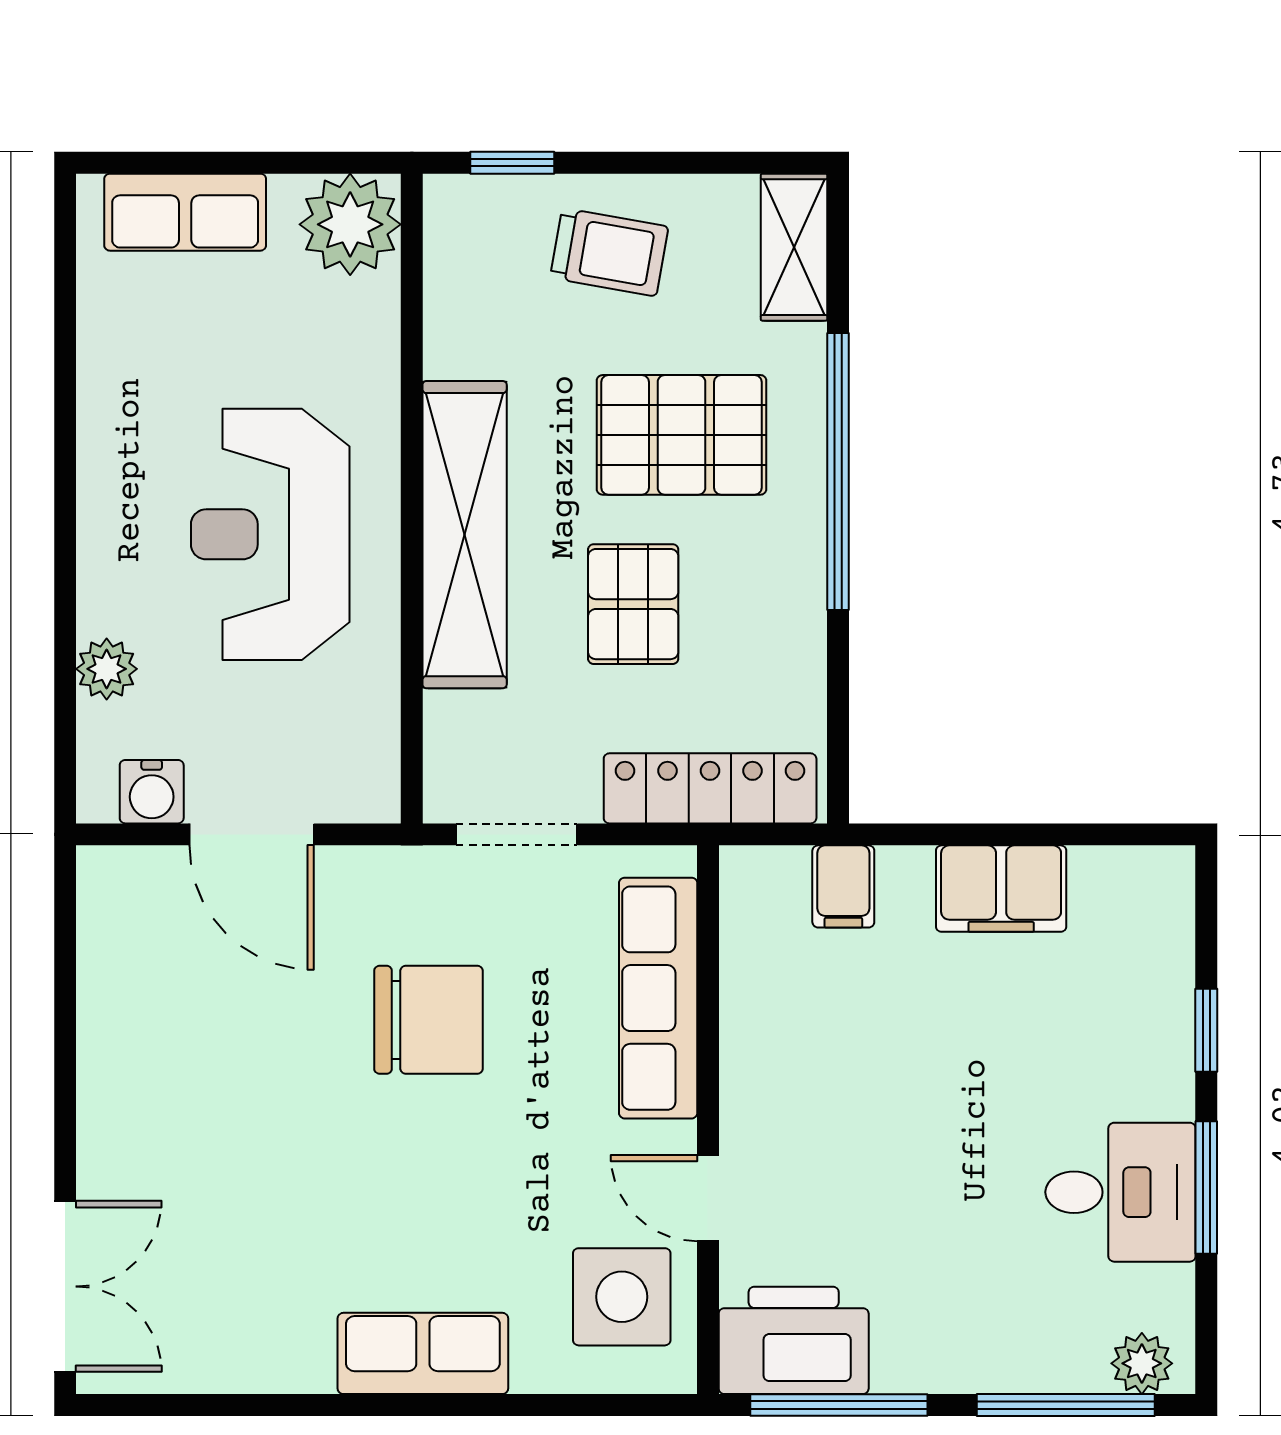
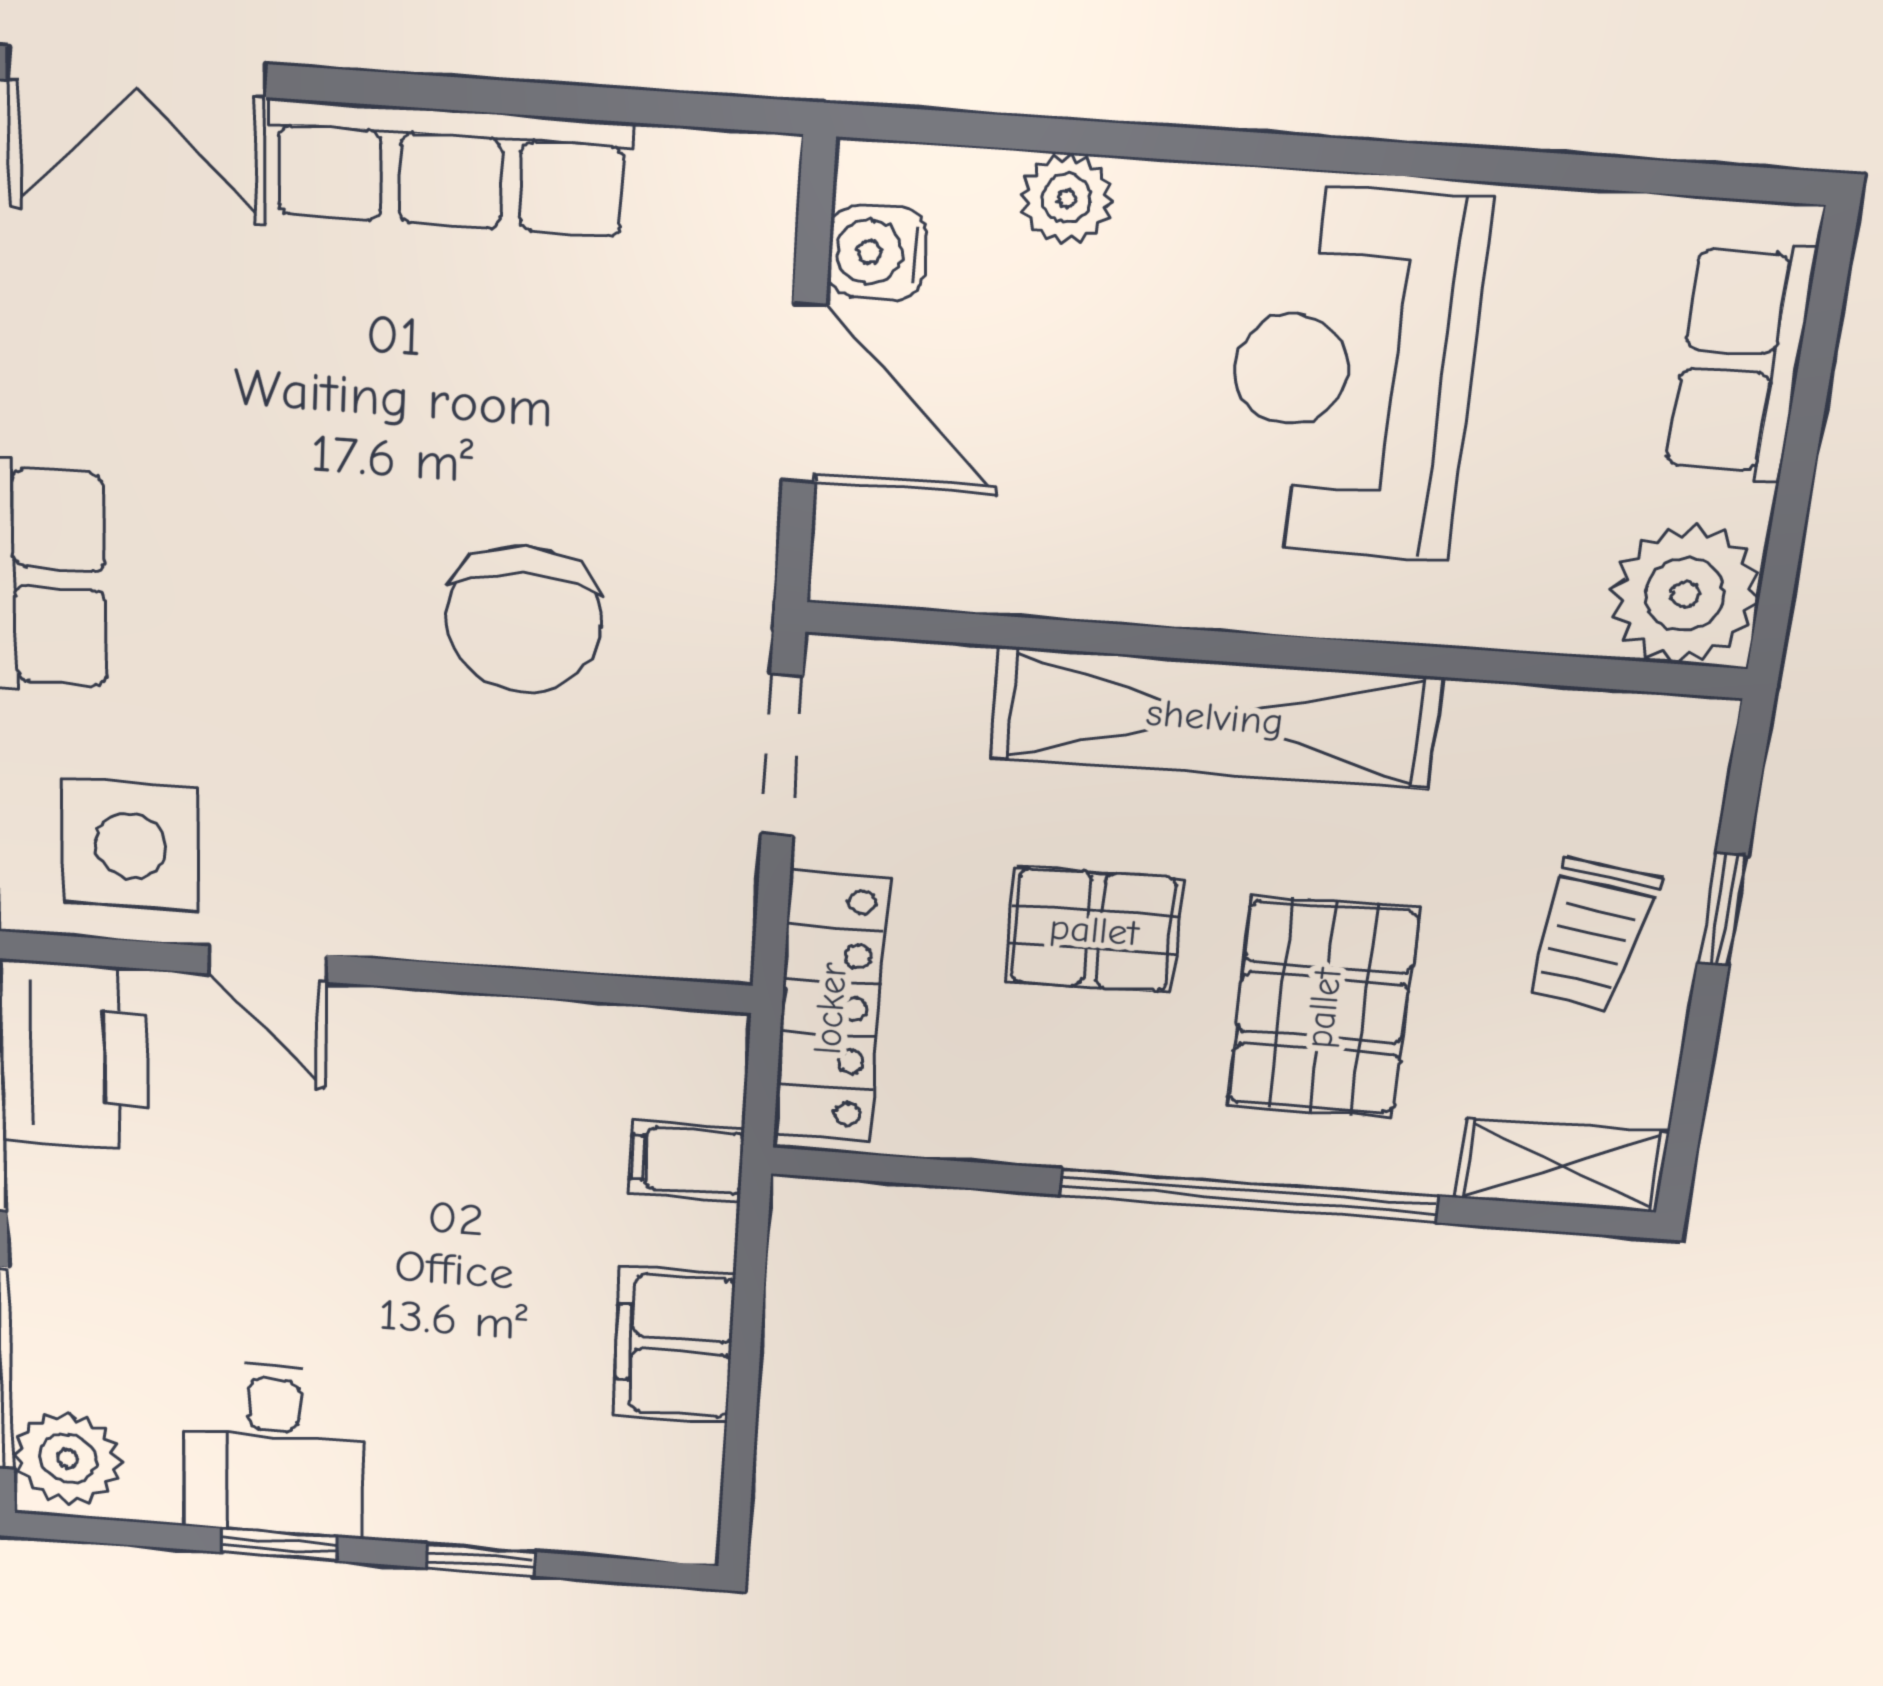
window: (512, 163) -> (1723, 909), moved
reception desk: (270, 534) -> (1353, 374), moved, turned -90
door: (252, 834) -> (804, 393), swing flipped
row of seats: (658, 998) -> (451, 168), moved, turned 180
window: (1206, 1187) -> (279, 1545), width x0.67
door: (708, 1198) -> (267, 964), swing flipped
plant: (1142, 1363) -> (68, 1458), width x1.38, depth x1.38

